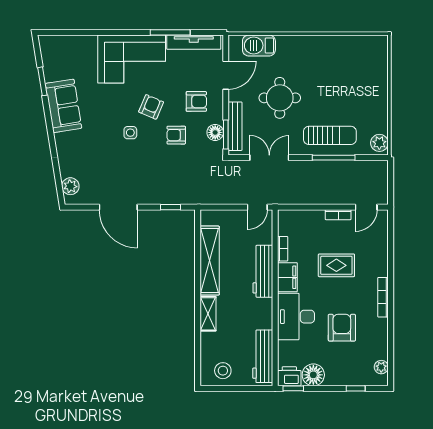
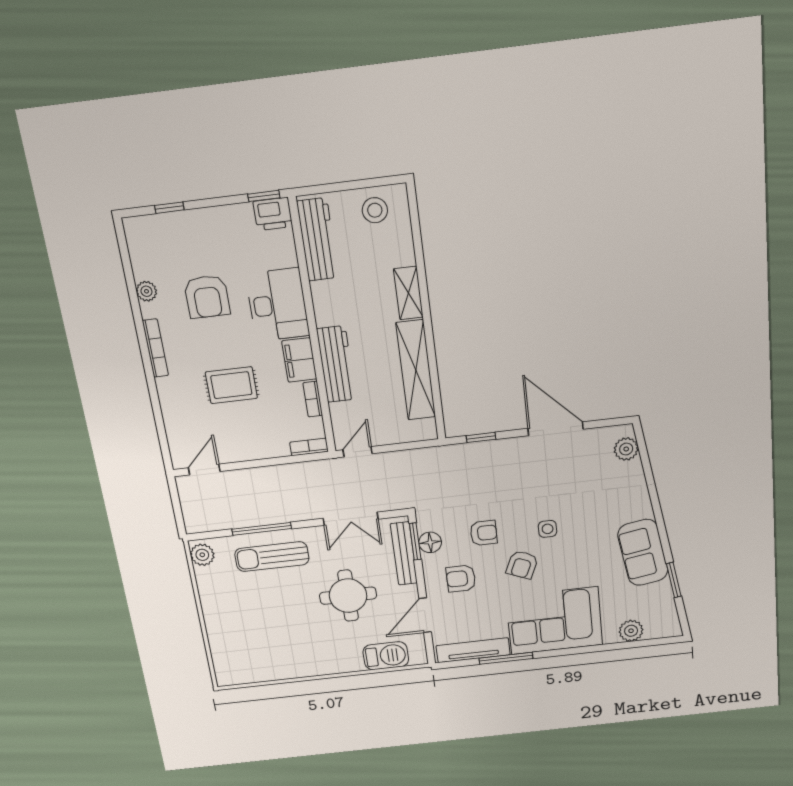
plant: (76, 44) -> (631, 631), added
bookcase: (338, 215) -> (309, 447), moved
plant: (381, 367) -> (146, 291), moved
floor lamp: (313, 375) -> (237, 221), removed

